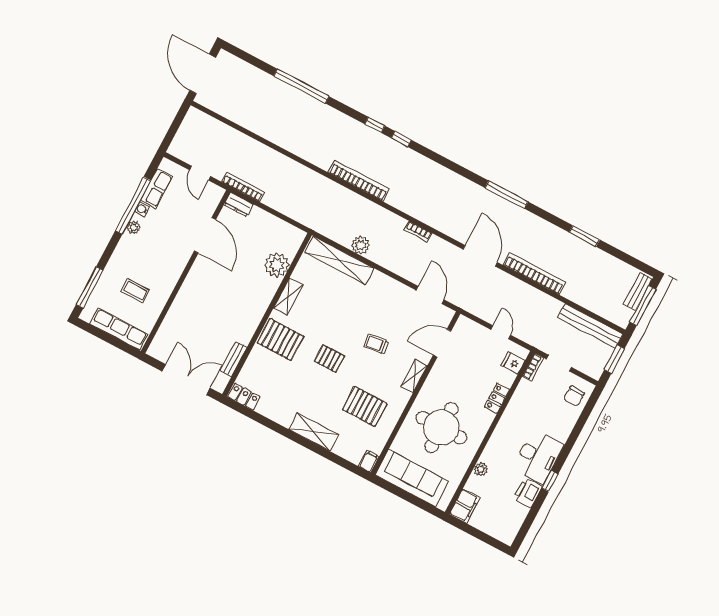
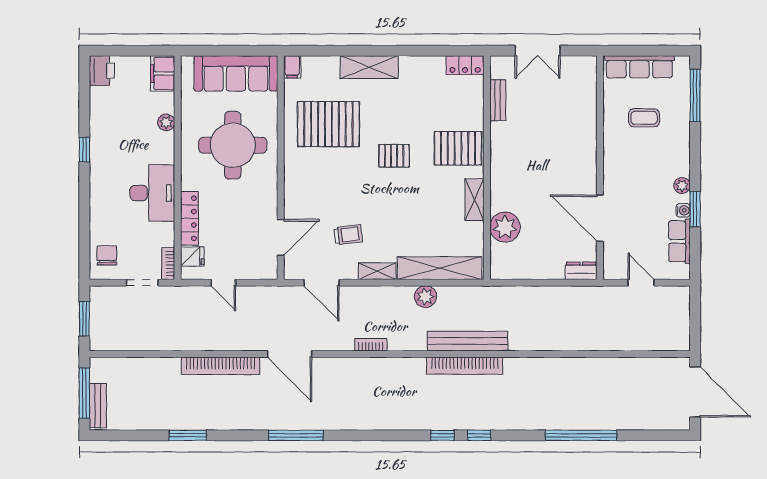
bookcase: (243, 187) -> (586, 292), removed
window: (133, 205) -> (695, 209), width x0.47
bench: (590, 326) -> (467, 341), moved
trolley: (376, 344) -> (348, 235), moved
shelving: (414, 376) -> (377, 271), moved, turned 90
double door: (186, 380) -> (538, 51), width x0.73
locker: (497, 398) -> (189, 218), width x1.53
pallet: (365, 406) -> (328, 124), width x1.37, depth x1.41
desk: (538, 457) -> (152, 193), moved, turned 180
printer: (528, 493) -> (102, 71), moved

